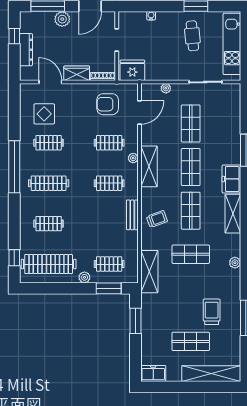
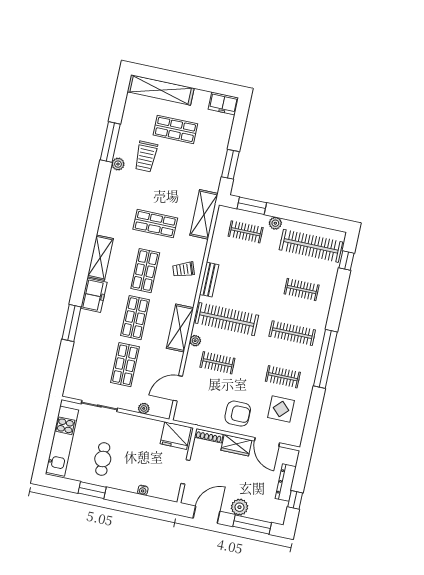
armchair: (108, 104) -> (238, 414), moved
clothes rail: (109, 183) -> (227, 319), width x1.86, depth x1.31
plant: (235, 263) -> (118, 164), moved

